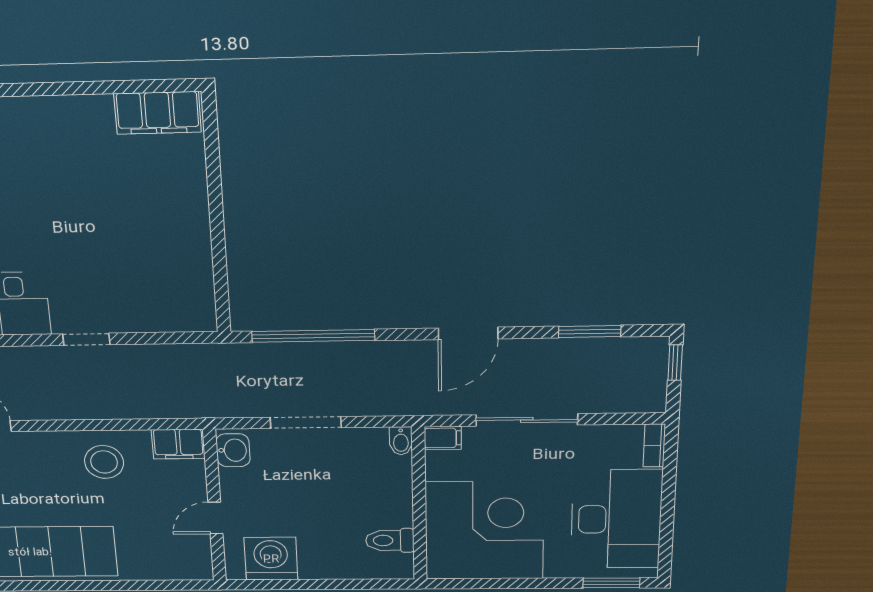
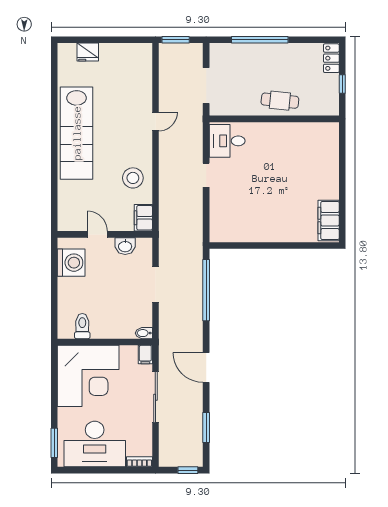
washbasin: (233, 450) -> (125, 246), moved

